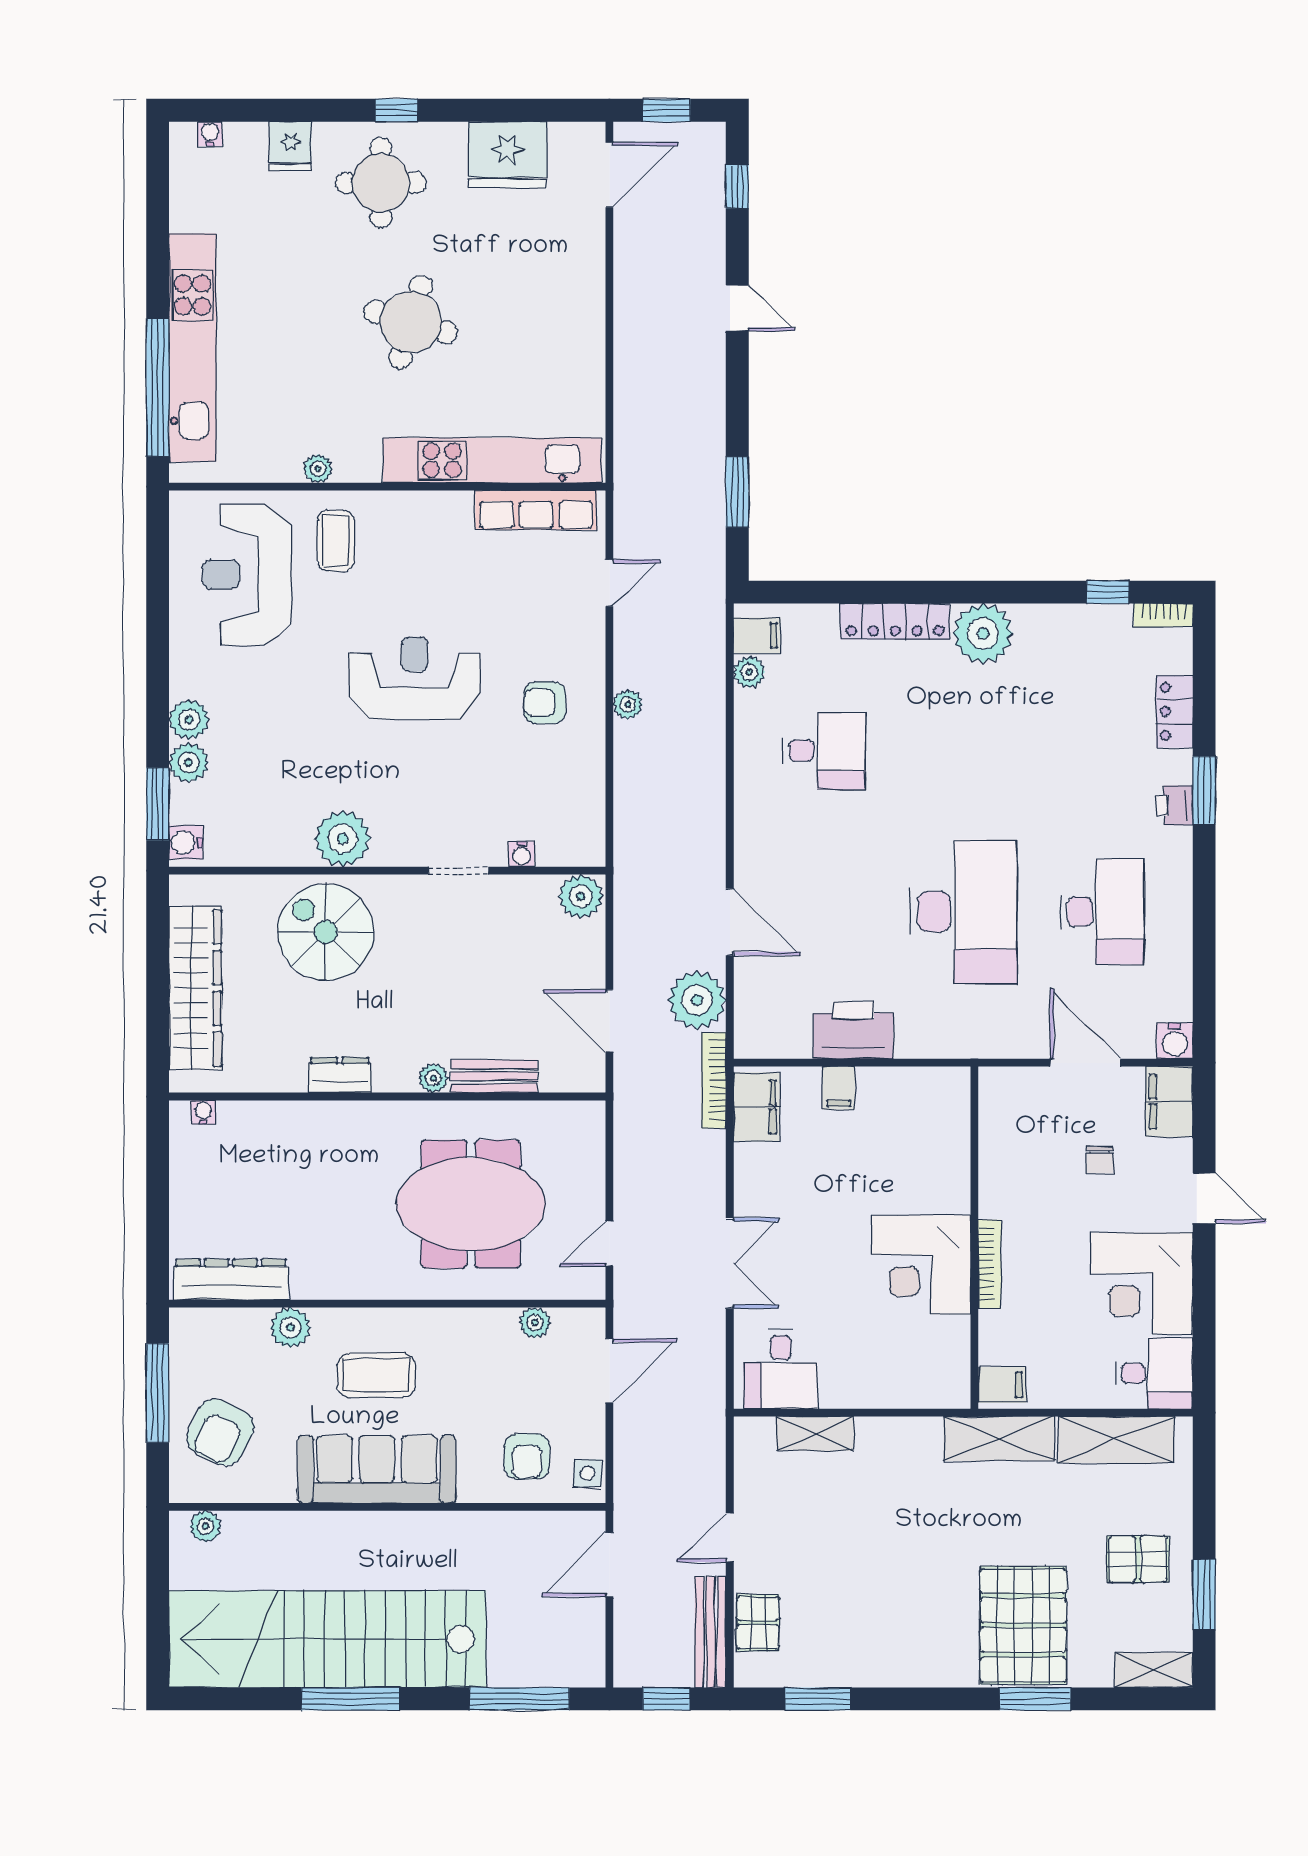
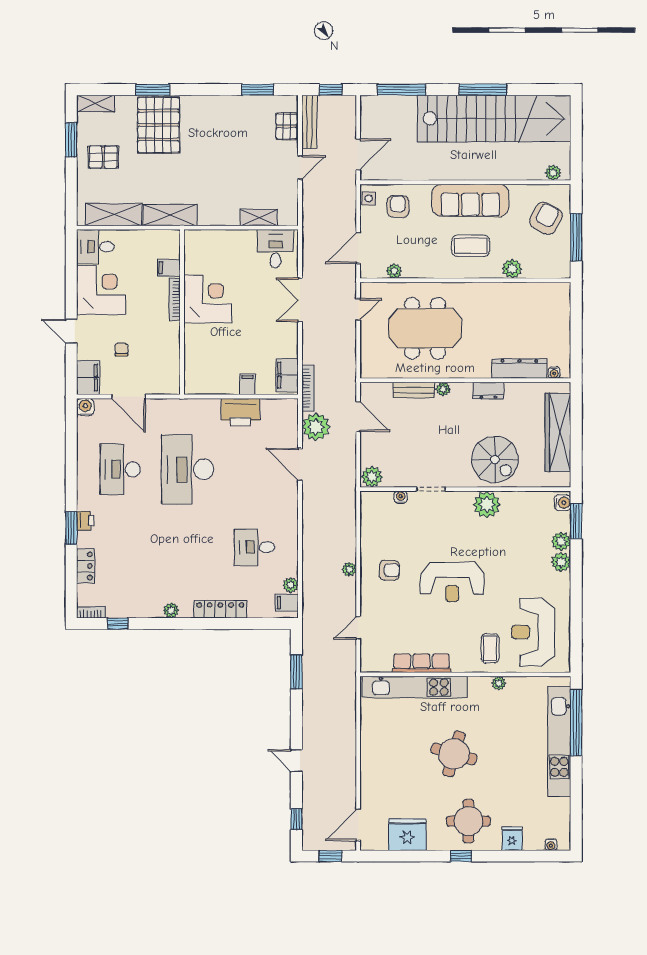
row of seats: (536, 510) -> (422, 663), moved
reception desk: (247, 574) -> (533, 632), turned 180
plant: (983, 633) -> (171, 610), width x0.53, depth x0.53
dresser: (231, 1279) -> (519, 369), moved, turned 180
filing cabinet: (1002, 1385) -> (169, 268), moved

